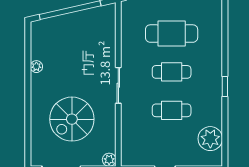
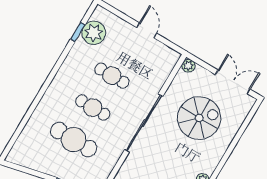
sliding door: (118, 85) -> (144, 123), width x1.86
window: (225, 86) -> (78, 32), moved

